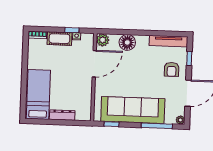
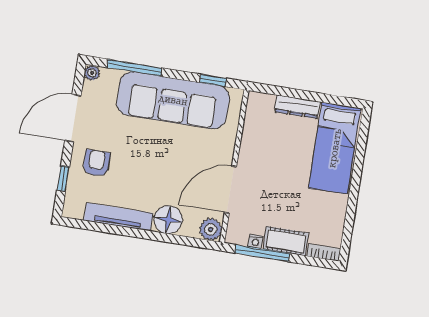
window: (72, 30) -> (262, 253), width x2.17
tv unit: (168, 41) -> (119, 217), moved

